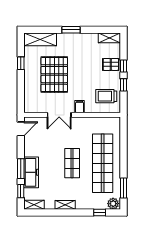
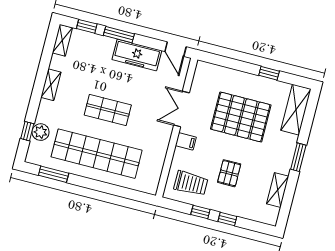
shelving: (109, 38) -> (278, 190), moved
pallet: (111, 64) -> (229, 173), moved
trolley: (106, 96) -> (191, 183), turned 90
freezer: (31, 172) -> (137, 55), moved
plant: (113, 204) -> (41, 132), moved

